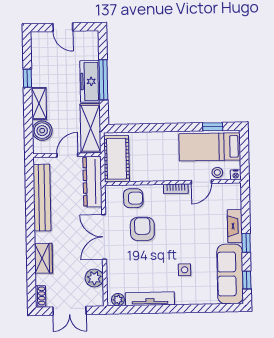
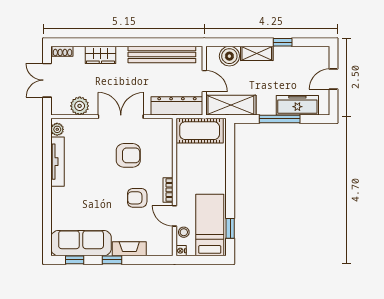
freezer: (90, 81) -> (297, 105), moved
armchair: (133, 198) -> (137, 198), moved, turned 90
side table: (185, 270) -> (86, 197), removed

